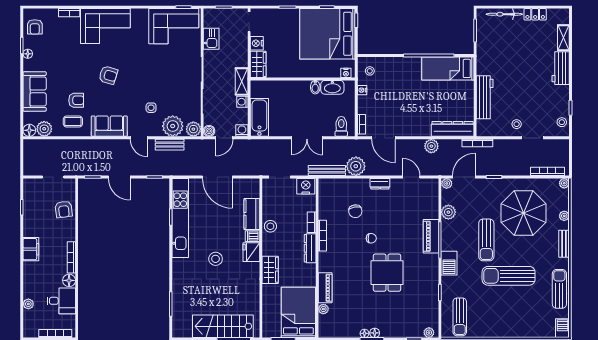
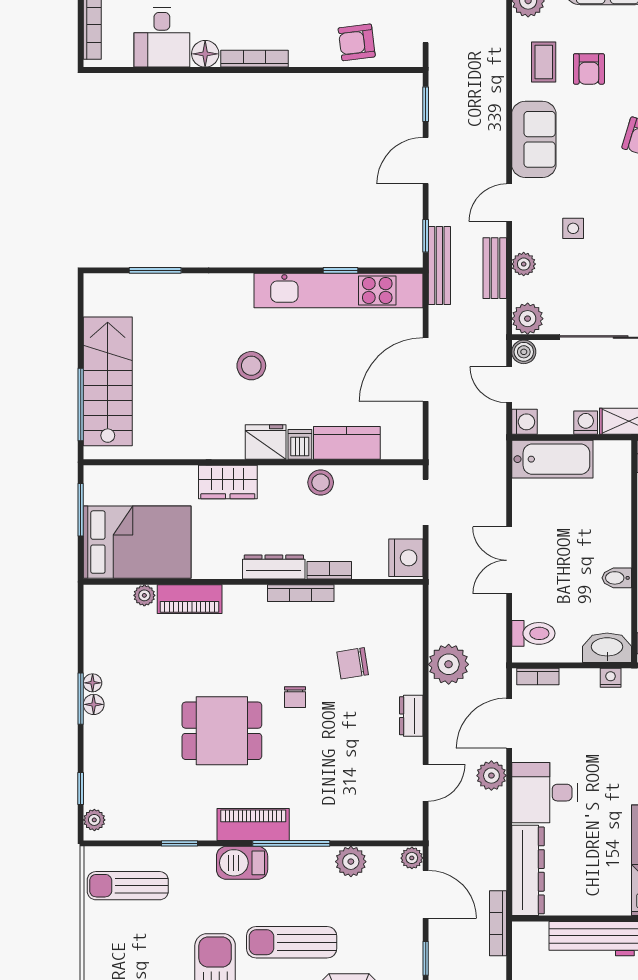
washbasin: (332, 87) -> (607, 648), moved, turned 90
desk: (416, 121) -> (544, 793), added
plant: (173, 126) -> (524, 264), width x0.53, depth x0.53
plant: (431, 146) -> (491, 776), moved
bench: (327, 171) -> (439, 266), moved
piano: (431, 236) -> (253, 825), moved

